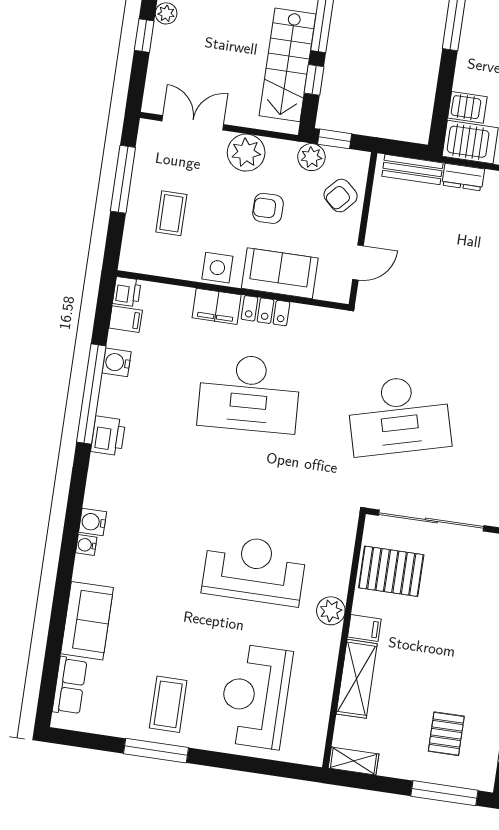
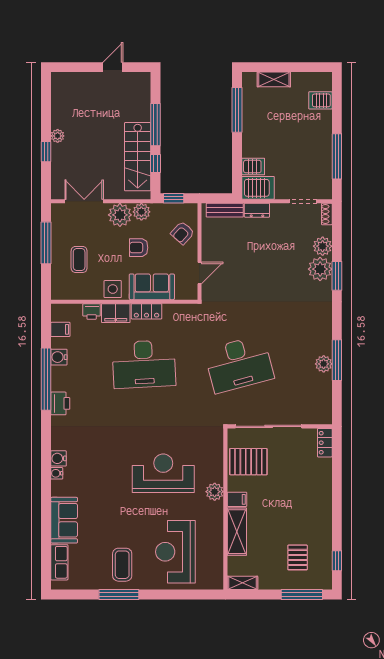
plant: (311, 157) -> (141, 212), moved
printer: (127, 292) -> (92, 311), moved, turned 90

